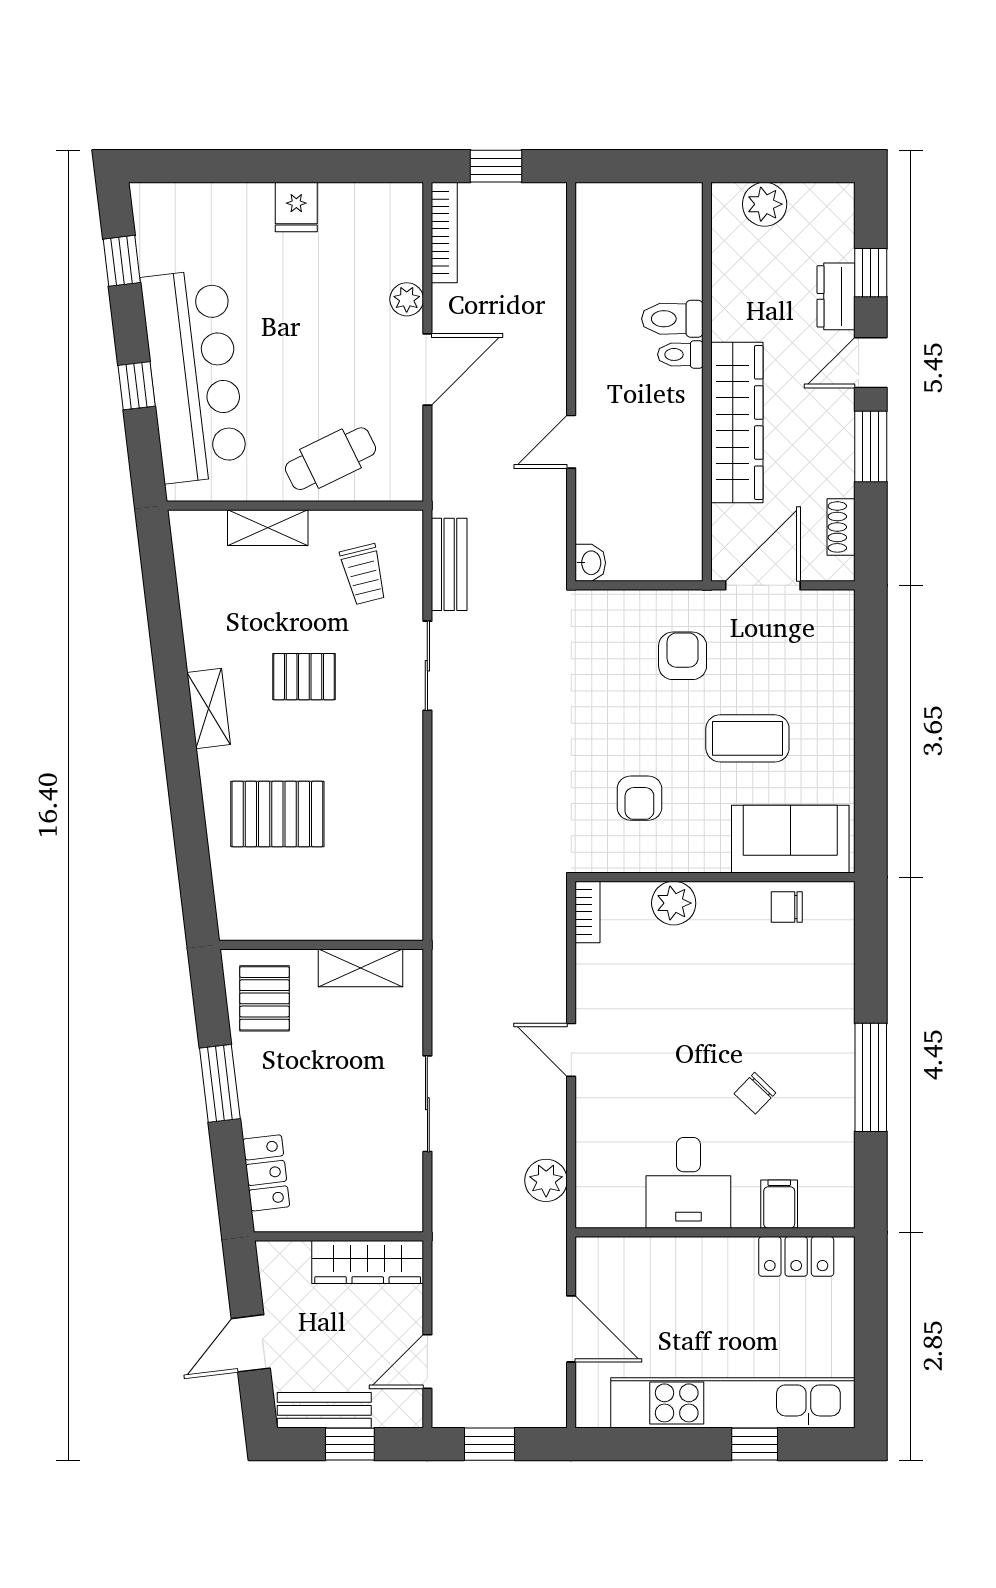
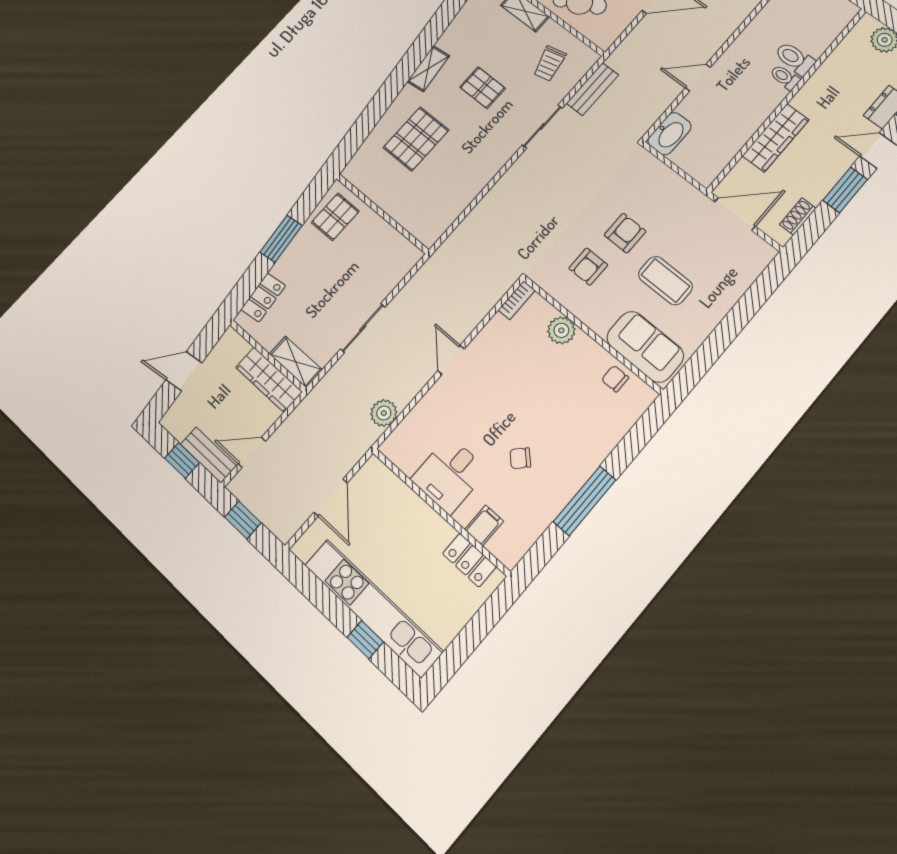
wardrobe: (737, 423) -> (776, 138), width x0.71, depth x0.85
washbasin: (590, 563) -> (669, 134), width x1.91, depth x1.45
armchair: (683, 656) -> (625, 233), moved
pallet: (277, 814) -> (416, 139), turned 90
shelving: (360, 968) -> (296, 362), moved
bench: (324, 1410) -> (208, 455), moved

